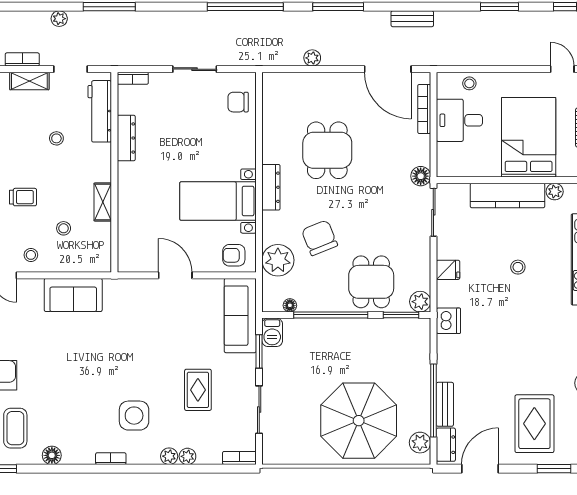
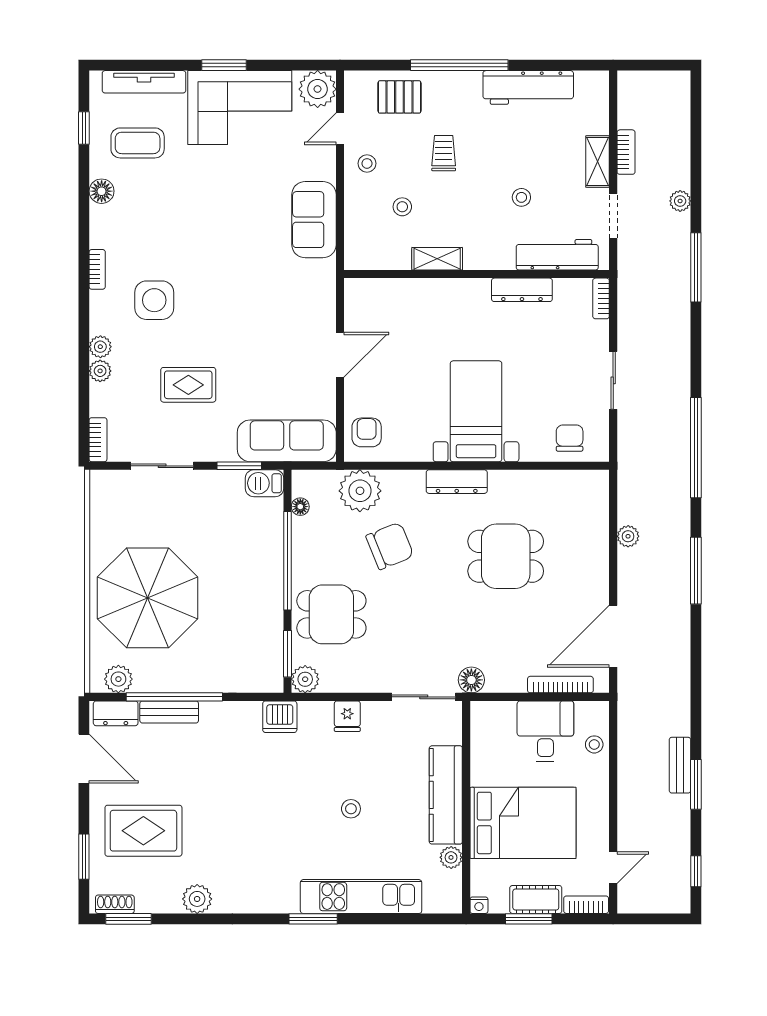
bench: (412, 19) -> (680, 765), moved
trolley: (23, 197) -> (444, 153), turned 180
bed with nightstands: (218, 201) -> (476, 411), moved

